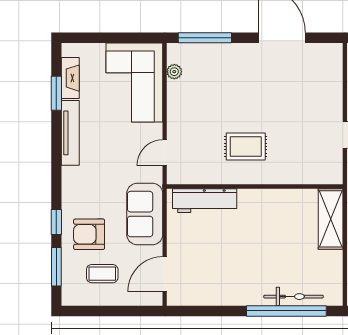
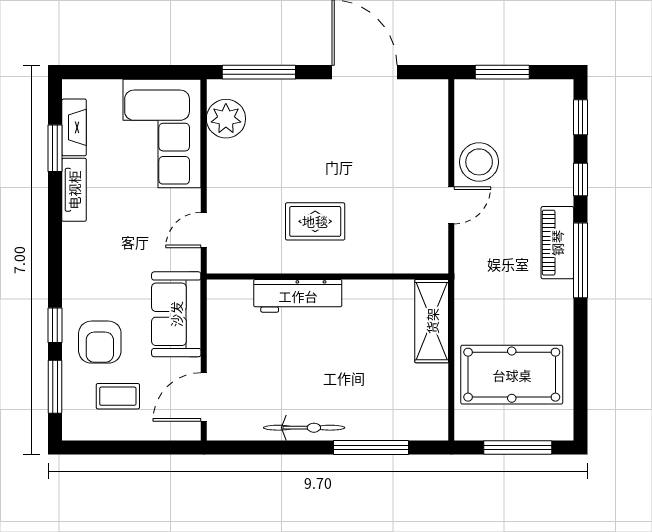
plant: (174, 72) -> (226, 119), width x1.87, depth x1.87
tv unit: (70, 133) -> (74, 190), width x0.71
workbench: (205, 201) -> (298, 296), moved
armchair: (89, 234) -> (100, 342), turned -90
bicycle: (294, 297) -> (304, 428), moved
window: (286, 311) -> (371, 448), width x0.68

